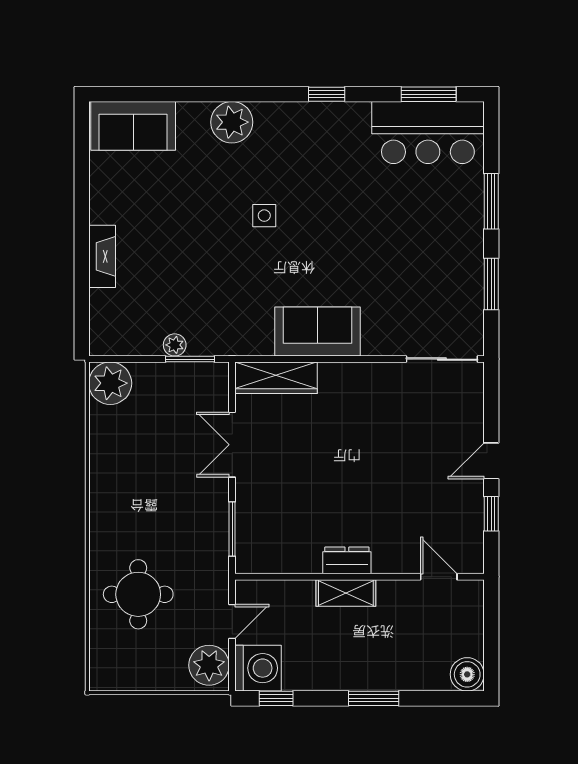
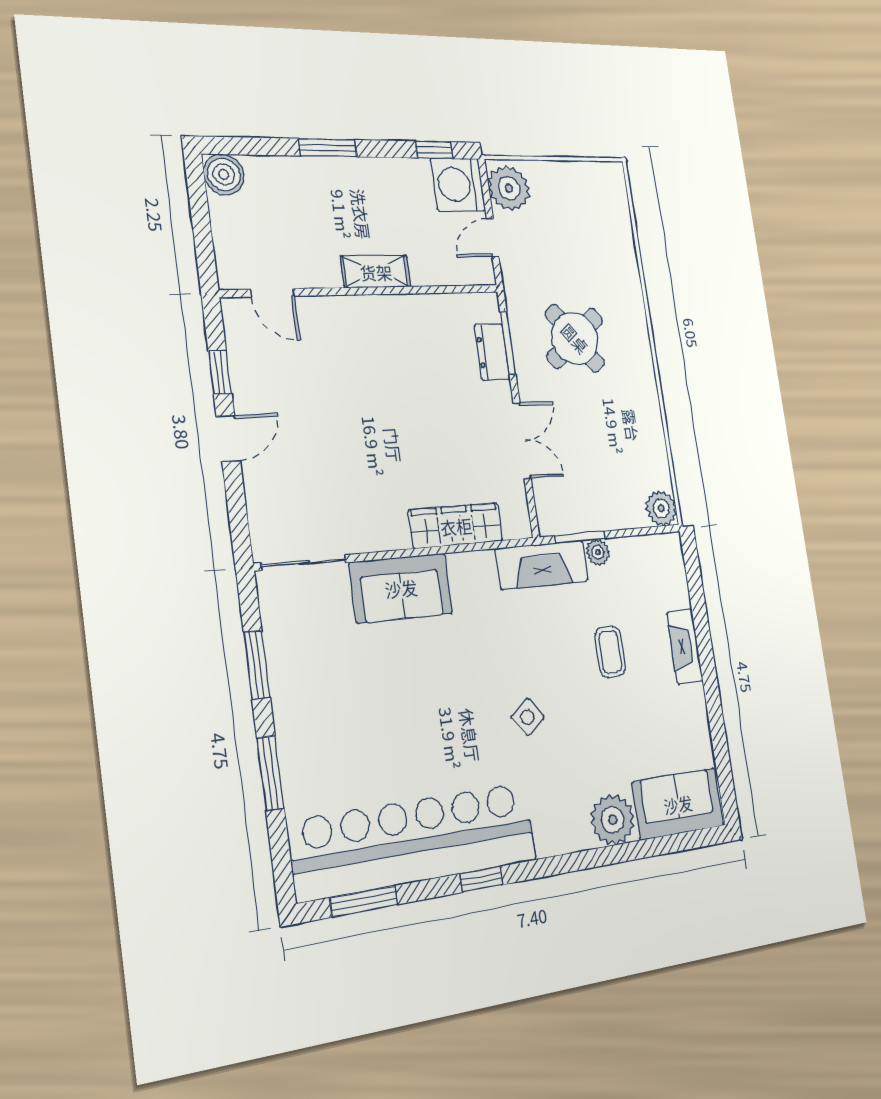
plant: (232, 122) -> (613, 820), moved
bar counter: (428, 133) -> (414, 841), width x1.86
side table: (264, 216) -> (528, 717), turned -37
coffee table: (177, 260) -> (610, 652), added
sofa: (317, 331) -> (401, 588), moved
fireplace: (230, 339) -> (542, 565), added
wardrobe: (276, 378) -> (456, 526), moved
plant: (110, 383) -> (661, 508), width x0.73, depth x0.73
dresser: (347, 560) -> (492, 352), moved, turned 90
round table: (138, 594) -> (575, 338), moved, turned -38

